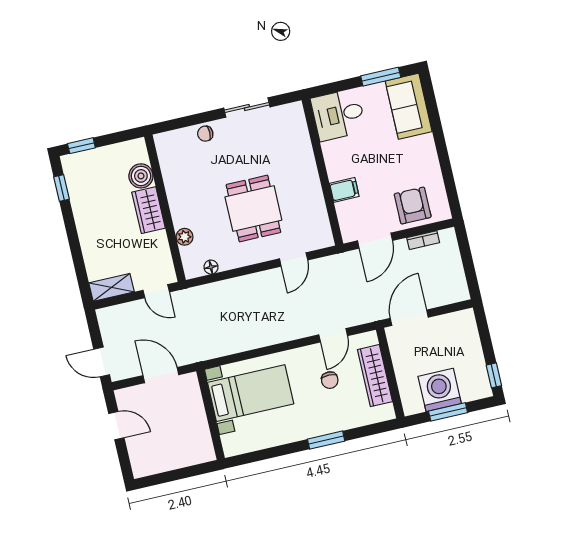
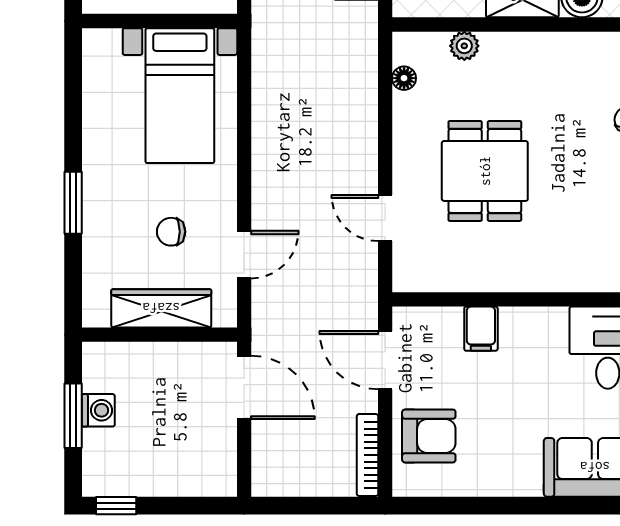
dining table: (253, 209) -> (485, 171), turned 90
bookcase: (423, 240) -> (368, 455), width x1.56
door: (333, 335) -> (244, 255), swing flipped
washing machine: (440, 390) -> (98, 410), width x0.53, depth x0.53

